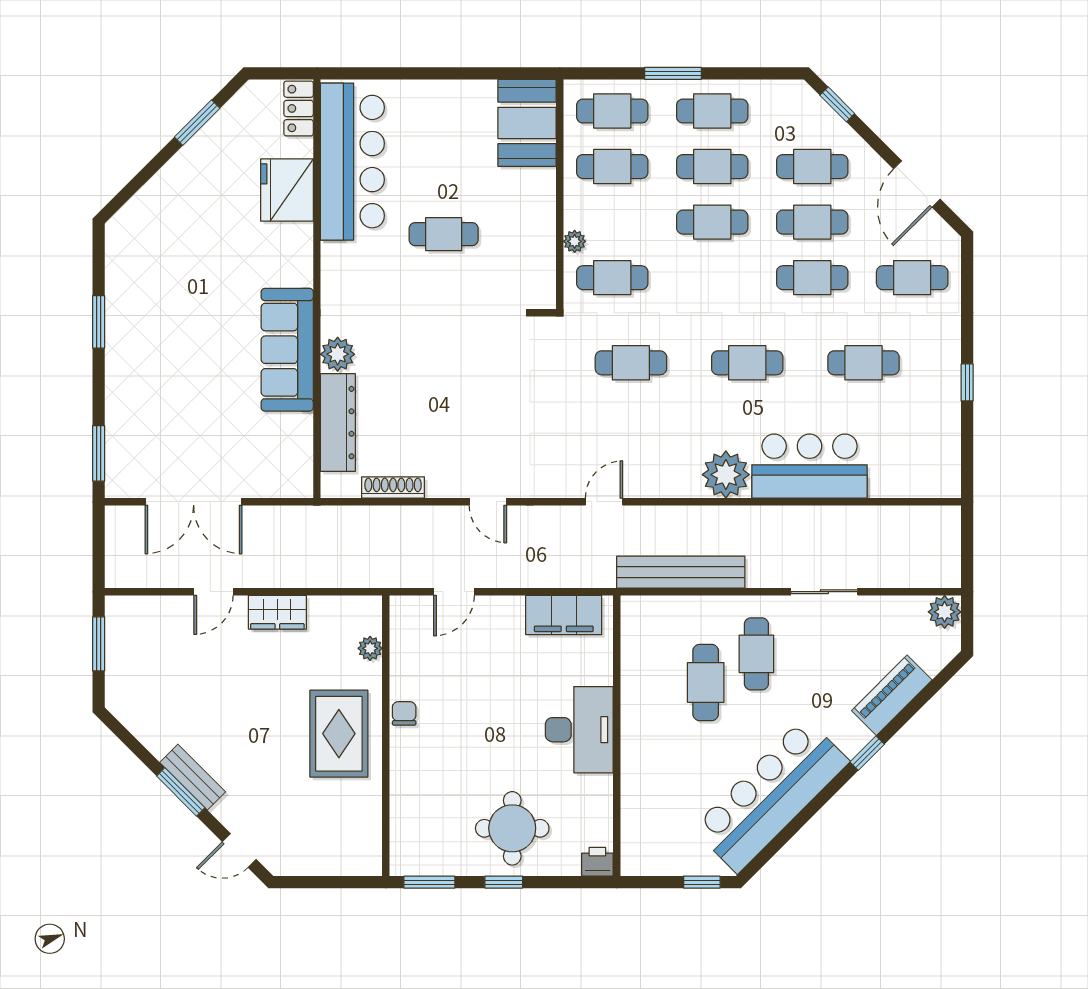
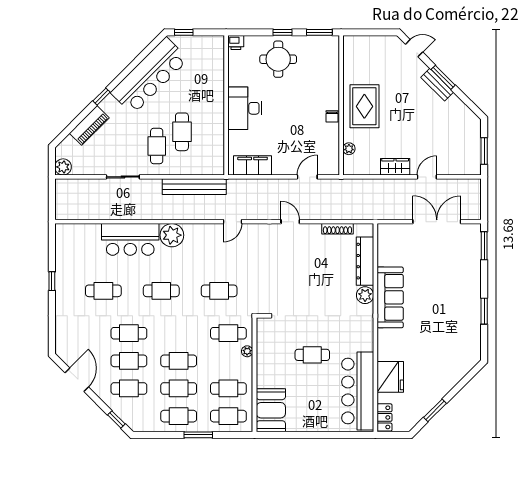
cafe table: (912, 278) -> (79, 333), removed

